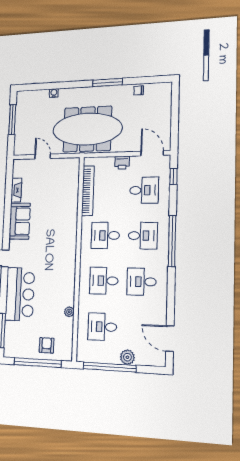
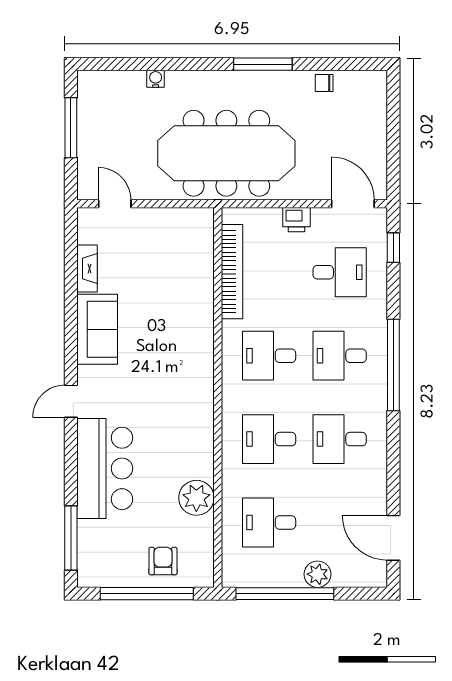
door: (43, 156) -> (115, 204), moved
desk: (143, 236) -> (340, 356), turned 180
plant: (69, 312) -> (196, 498), width x1.87, depth x1.87

